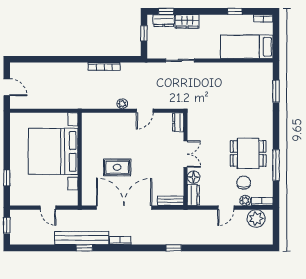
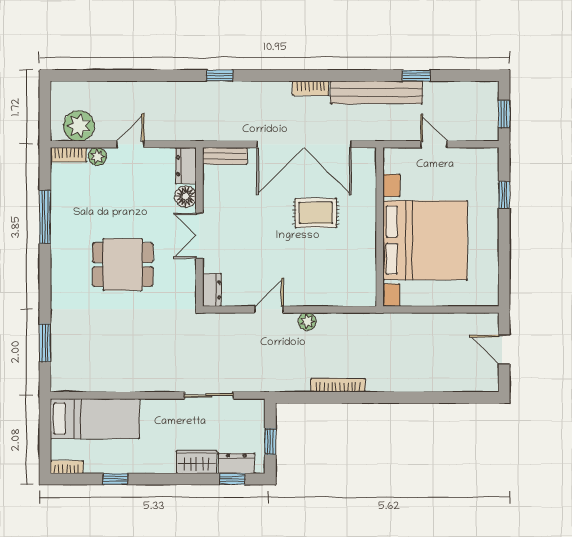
dining table: (248, 153) -> (123, 265), moved
chair: (244, 183) -> (100, 187), removed
window: (84, 248) -> (416, 76), moved

